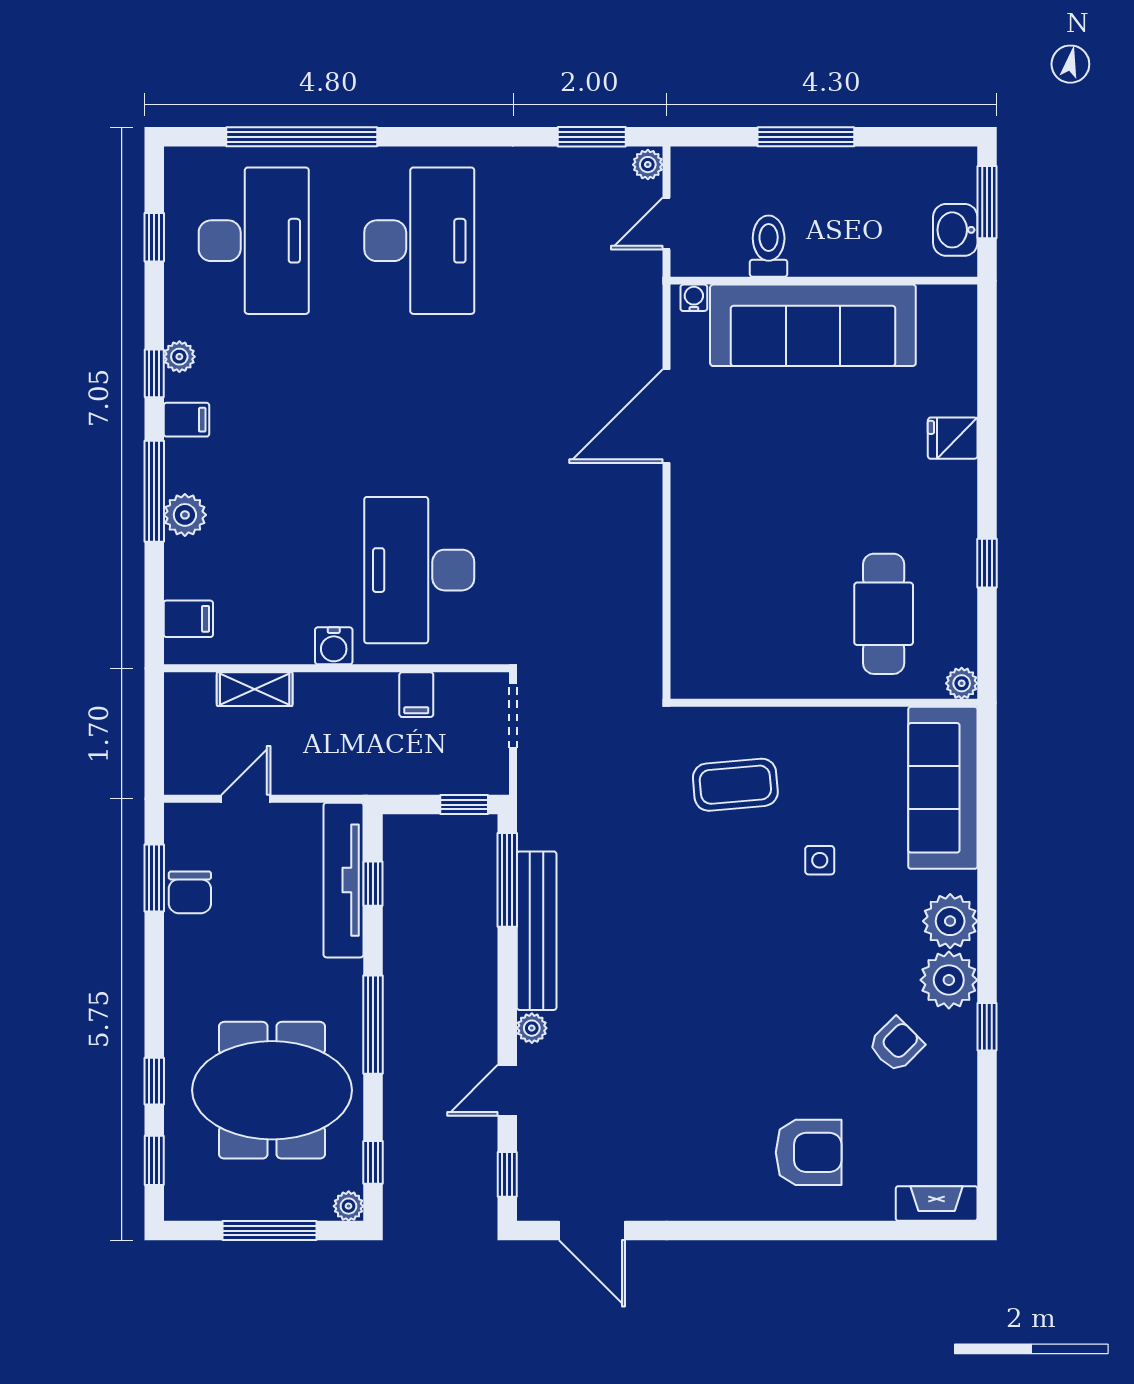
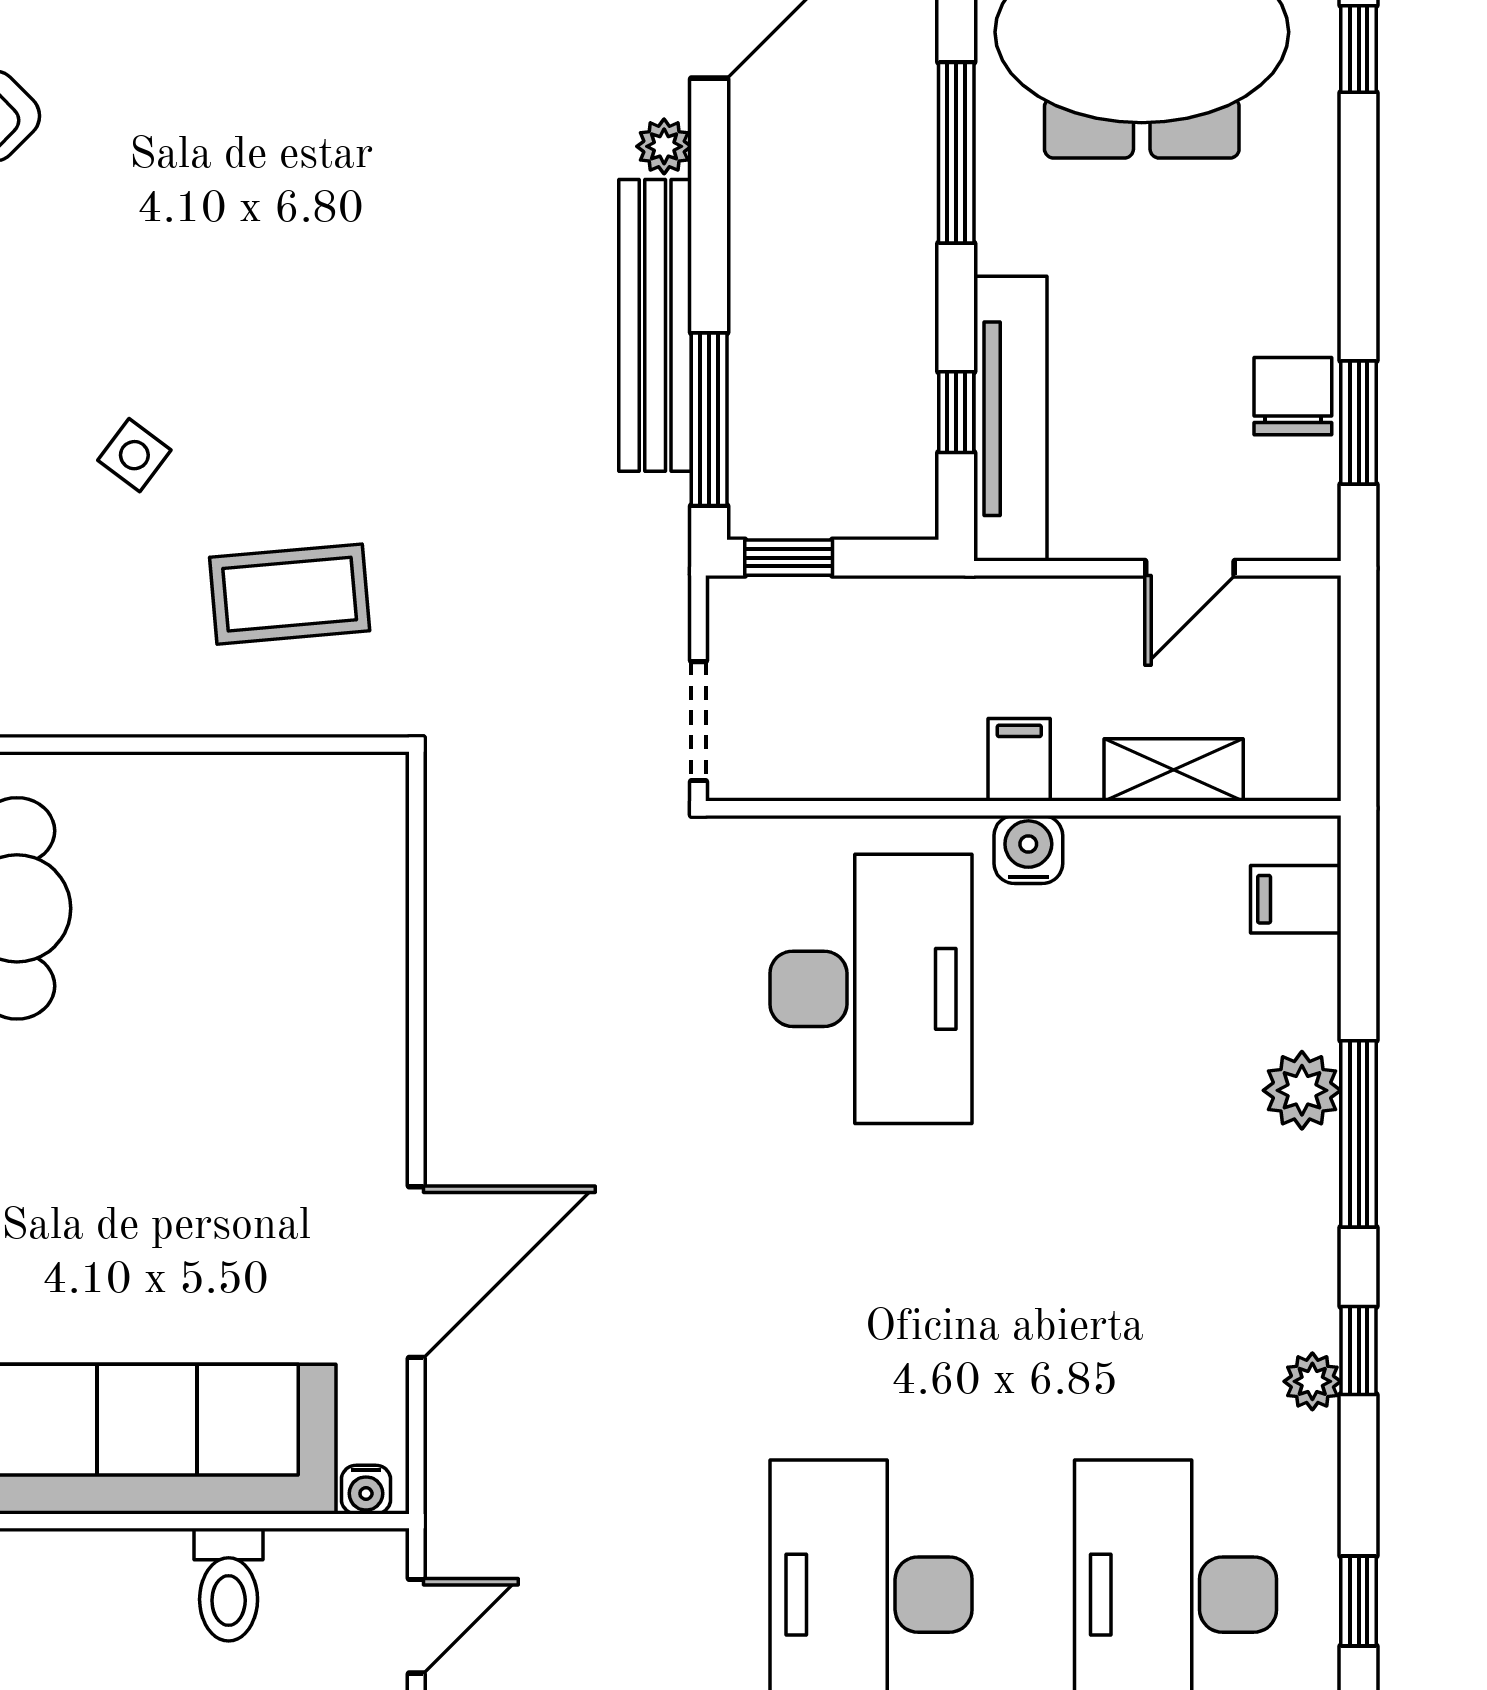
filing cabinet: (186, 420) -> (1299, 1265), removed
filing cabinet: (416, 695) -> (1019, 760), moved
side table: (820, 860) -> (134, 455), turned 37

